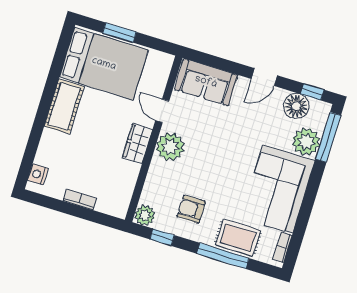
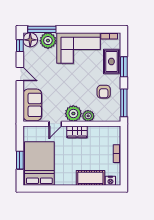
cot: (64, 106) -> (90, 178), moved
floor lamp: (296, 106) -> (30, 40), moved
plant: (145, 215) -> (88, 116), moved
window: (162, 237) -> (124, 103), width x2.17
window: (223, 256) -> (124, 67), width x0.69

